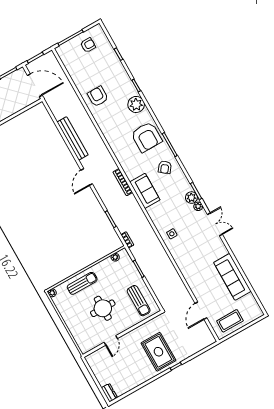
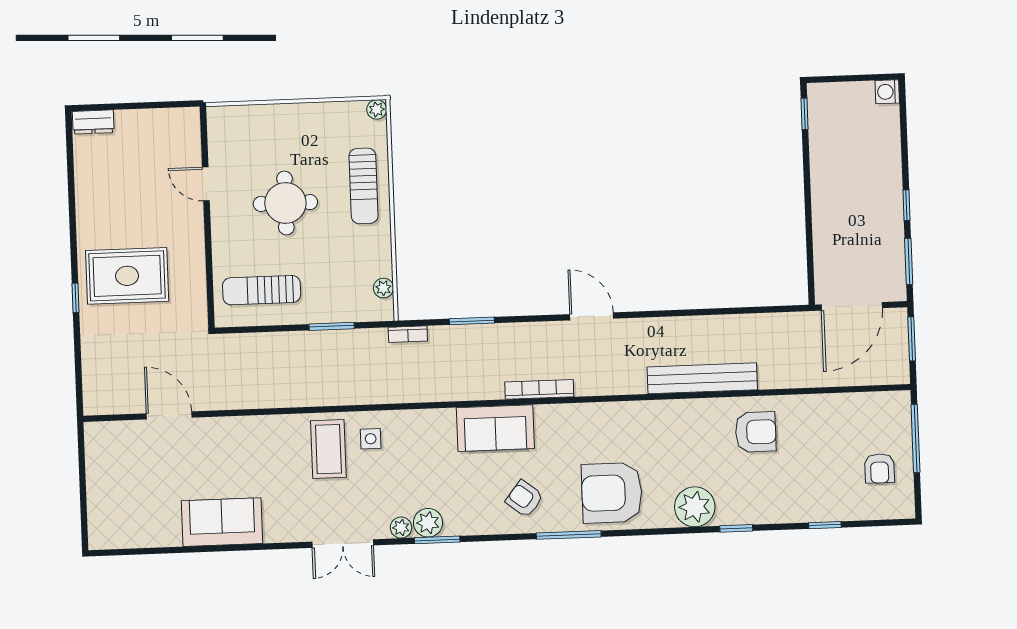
bench: (73, 138) -> (702, 378), moved
sofa: (232, 277) -> (222, 522), width x0.73
coffee table: (230, 321) -> (328, 449), moved

